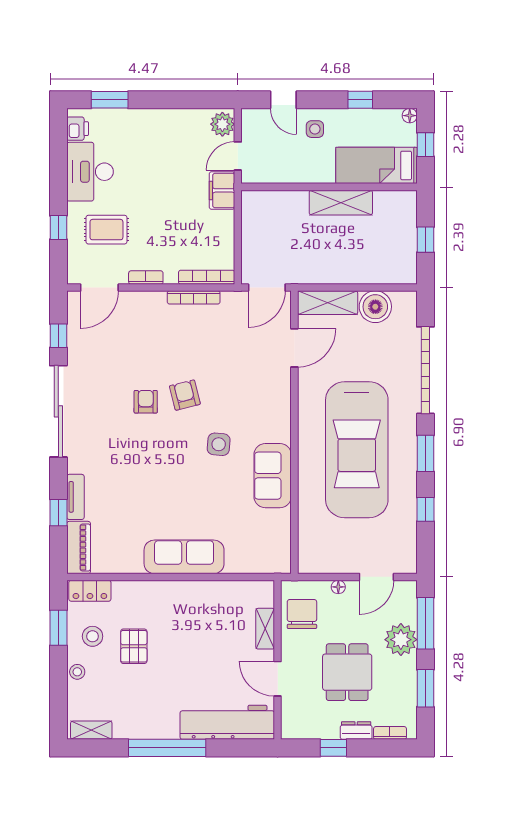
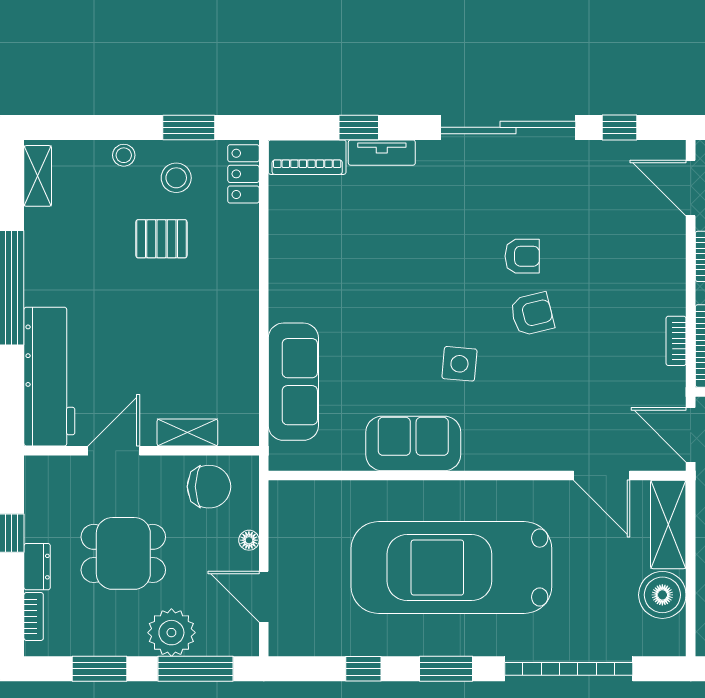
bookcase: (194, 297) -> (676, 341), width x0.64
sofa: (184, 557) -> (293, 382), moved

